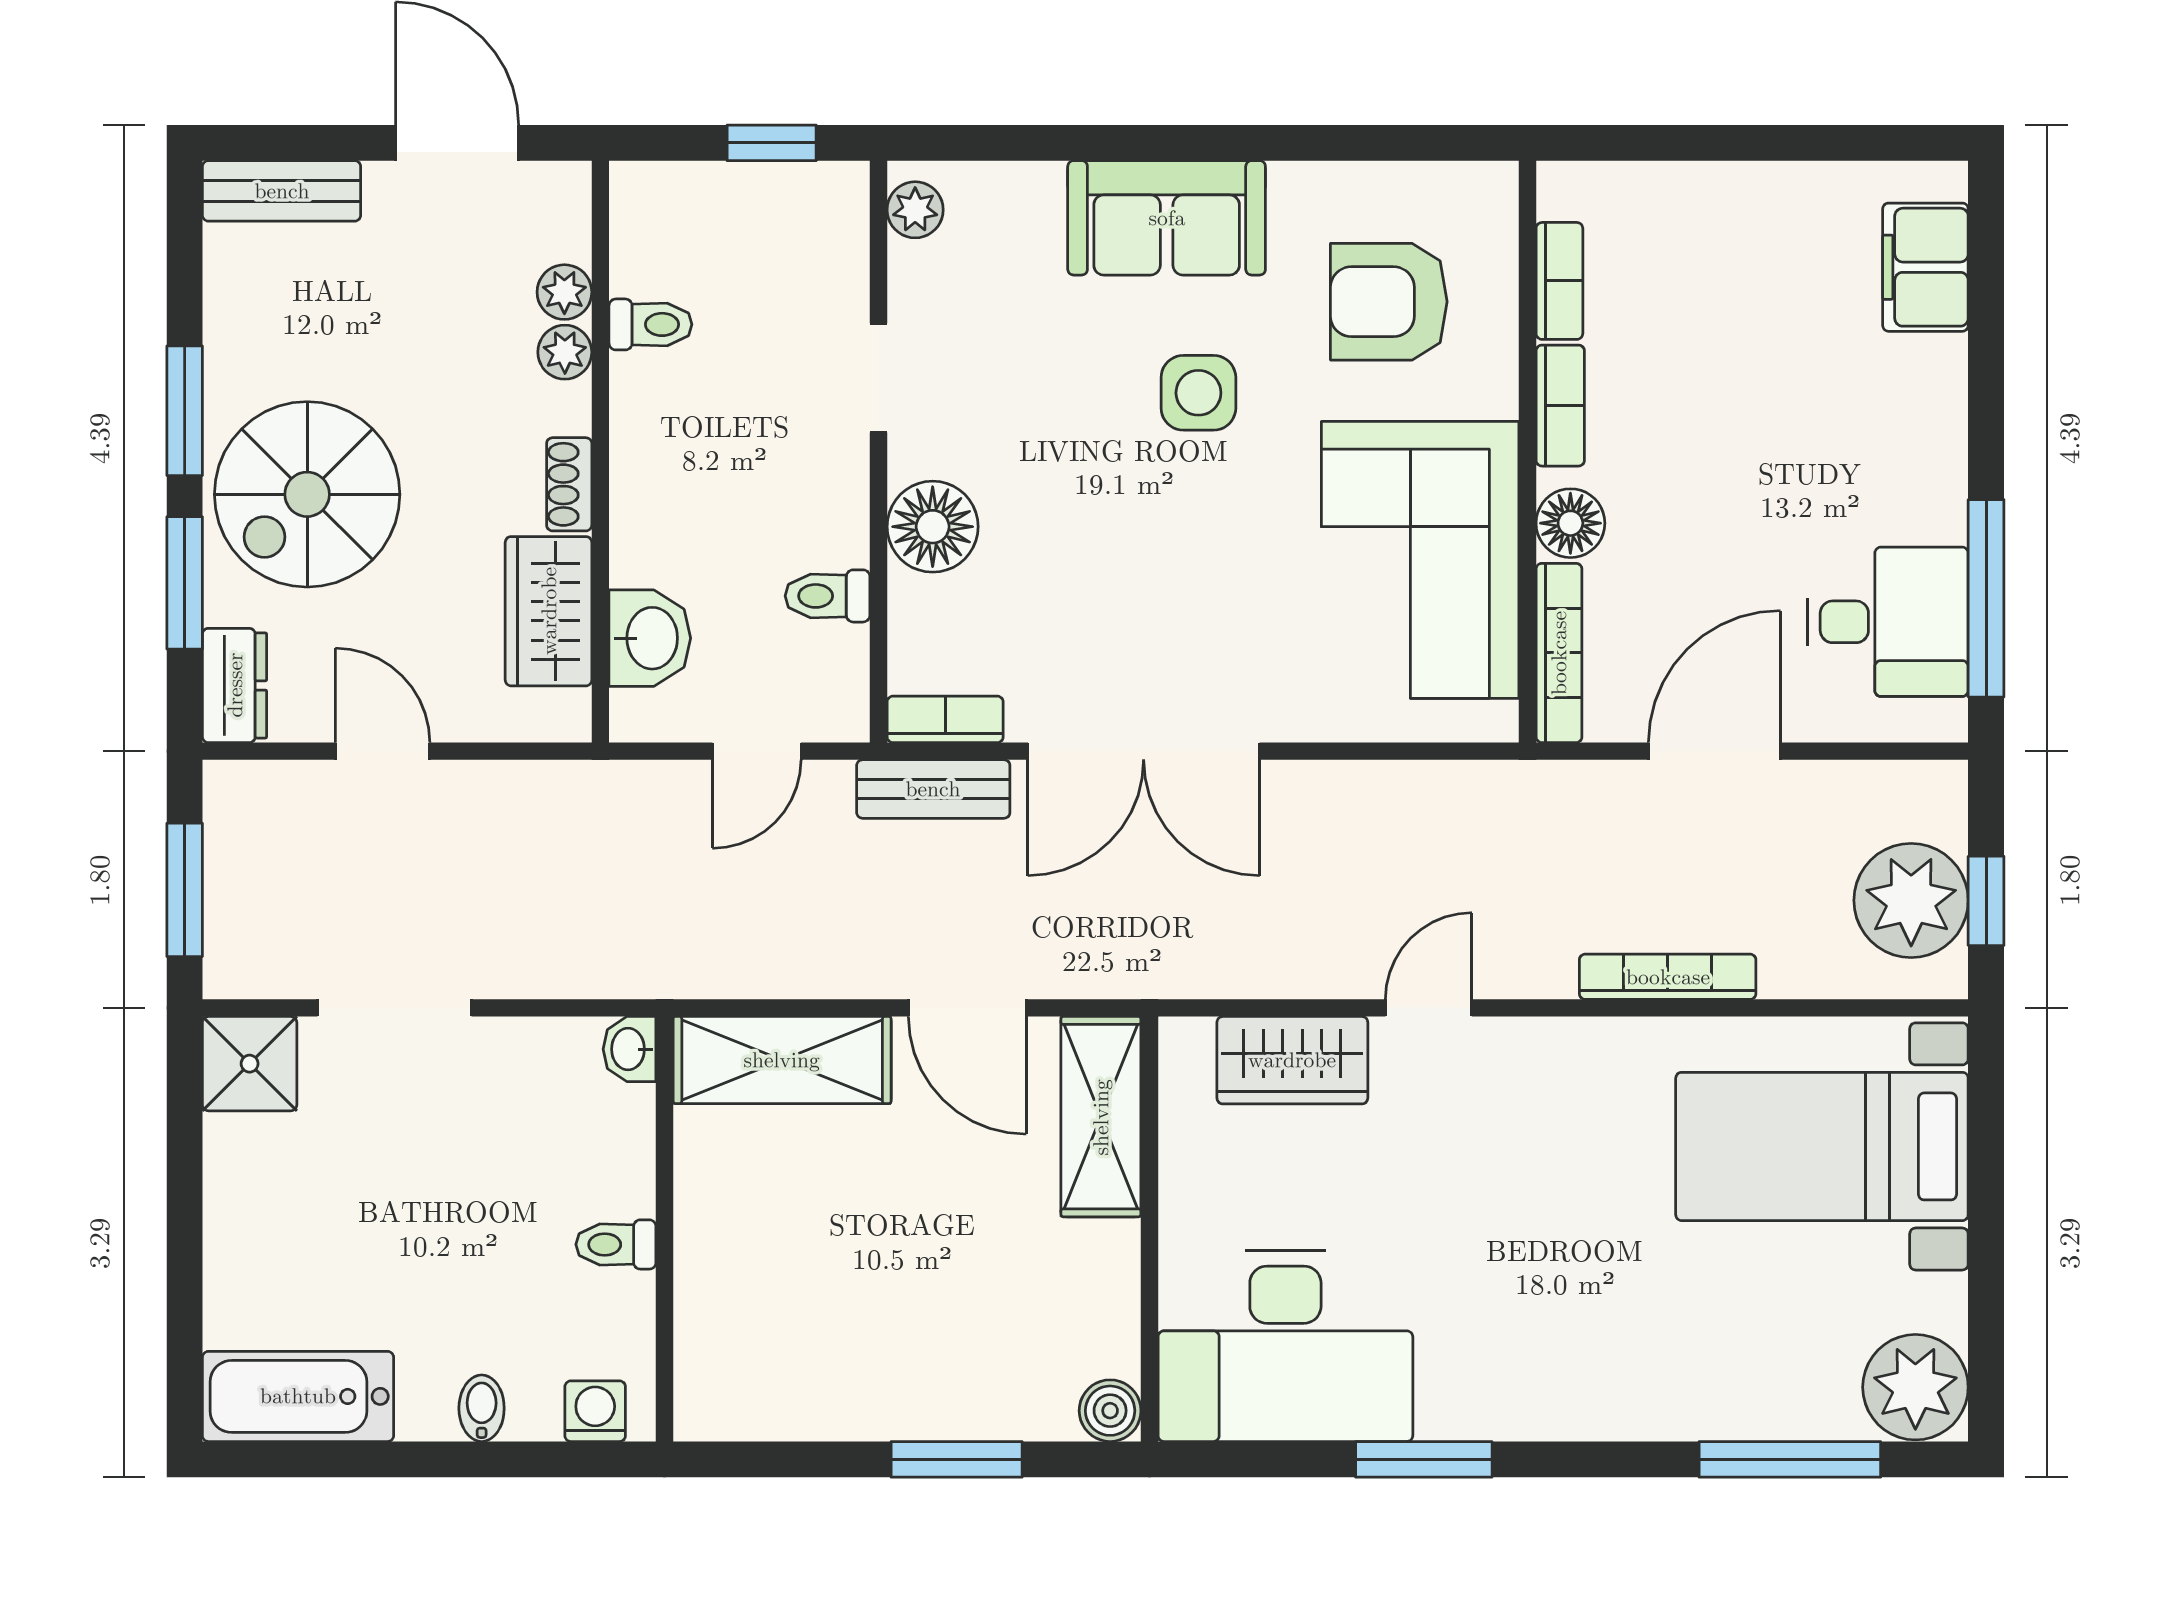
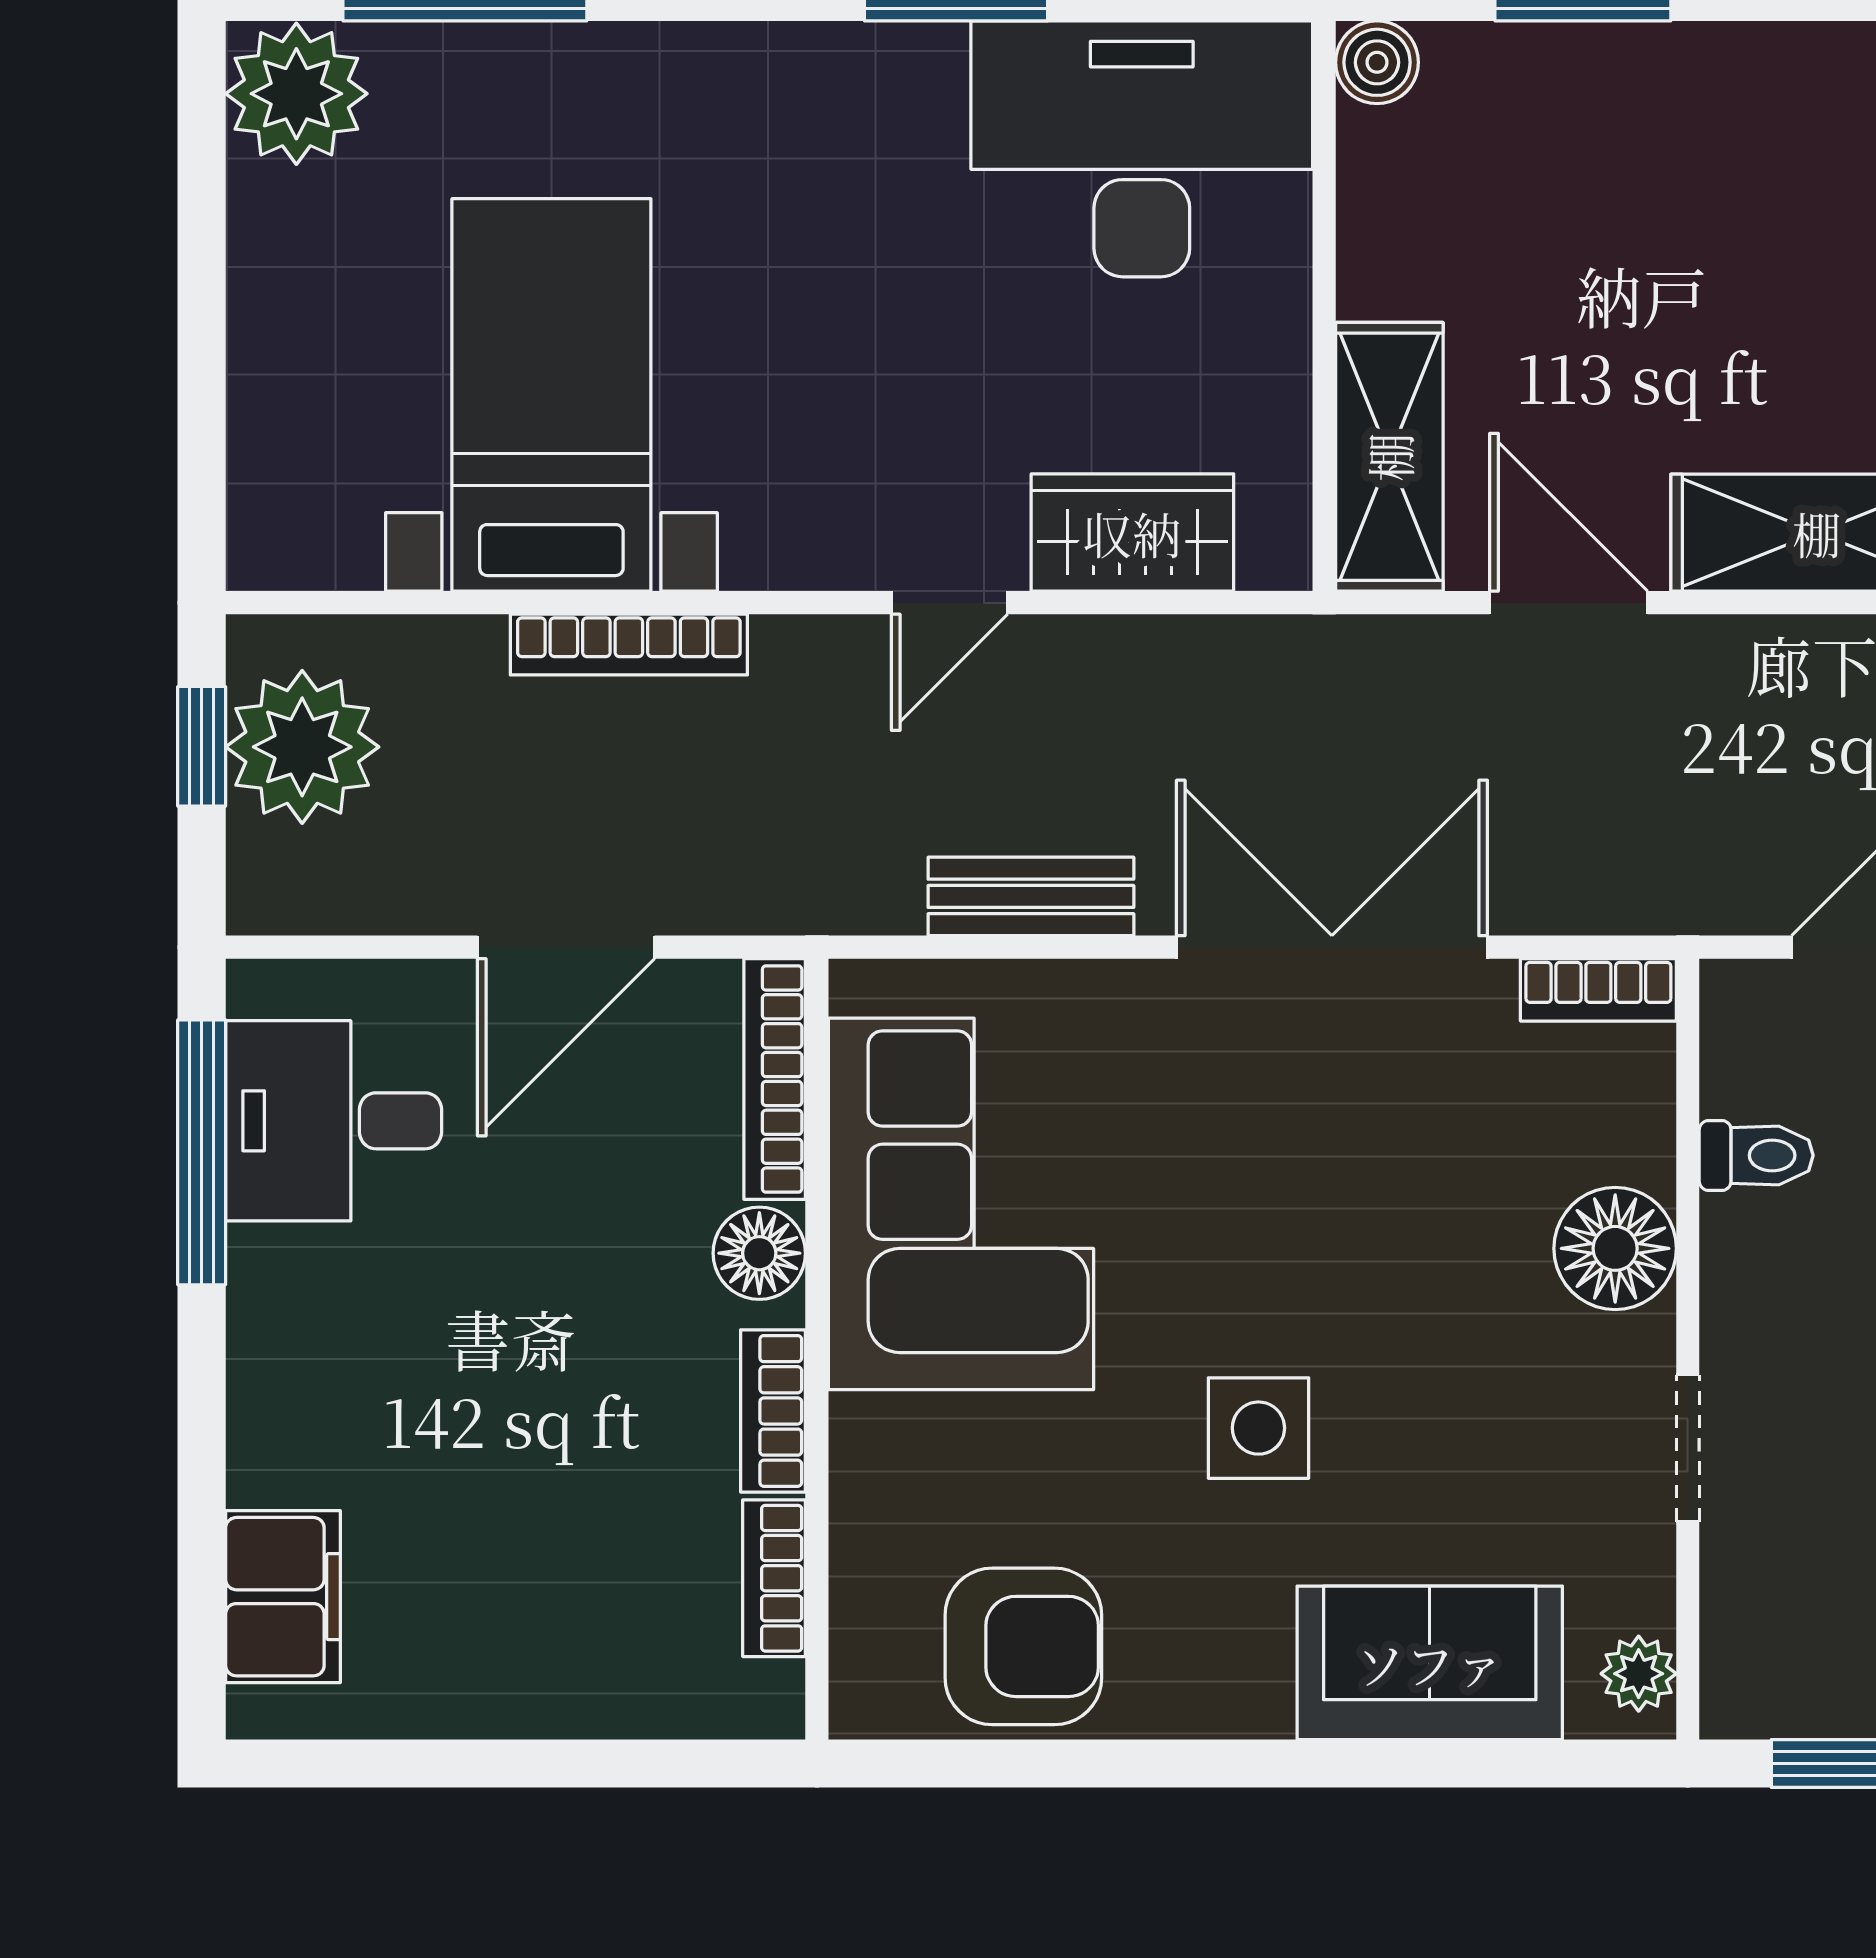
sofa: (1167, 218) -> (1430, 1663), moved
armchair: (1389, 302) -> (1023, 1646), moved
bench: (933, 789) -> (1031, 896), moved
bed with nightstands: (1822, 1146) -> (551, 395), moved, turned -90

